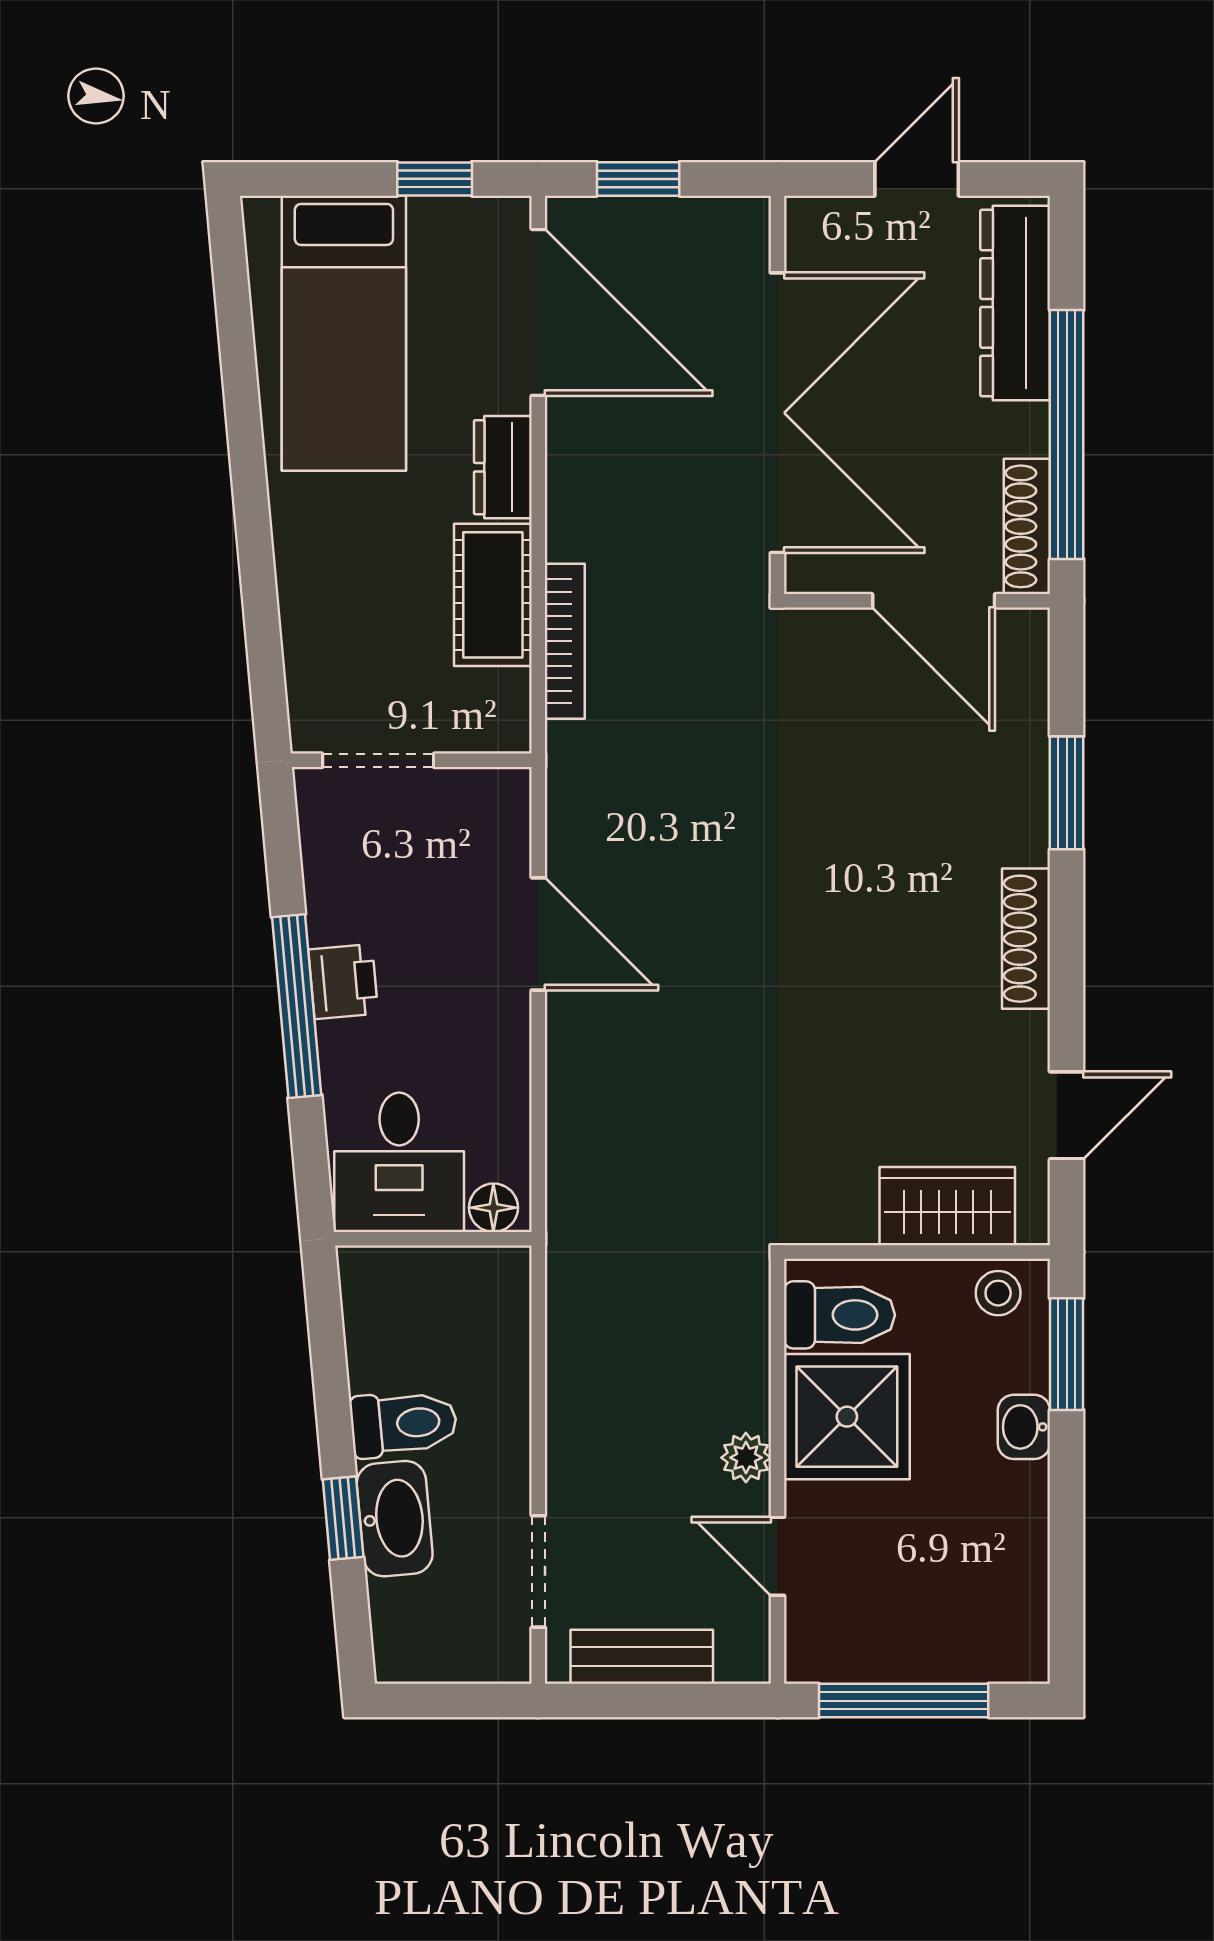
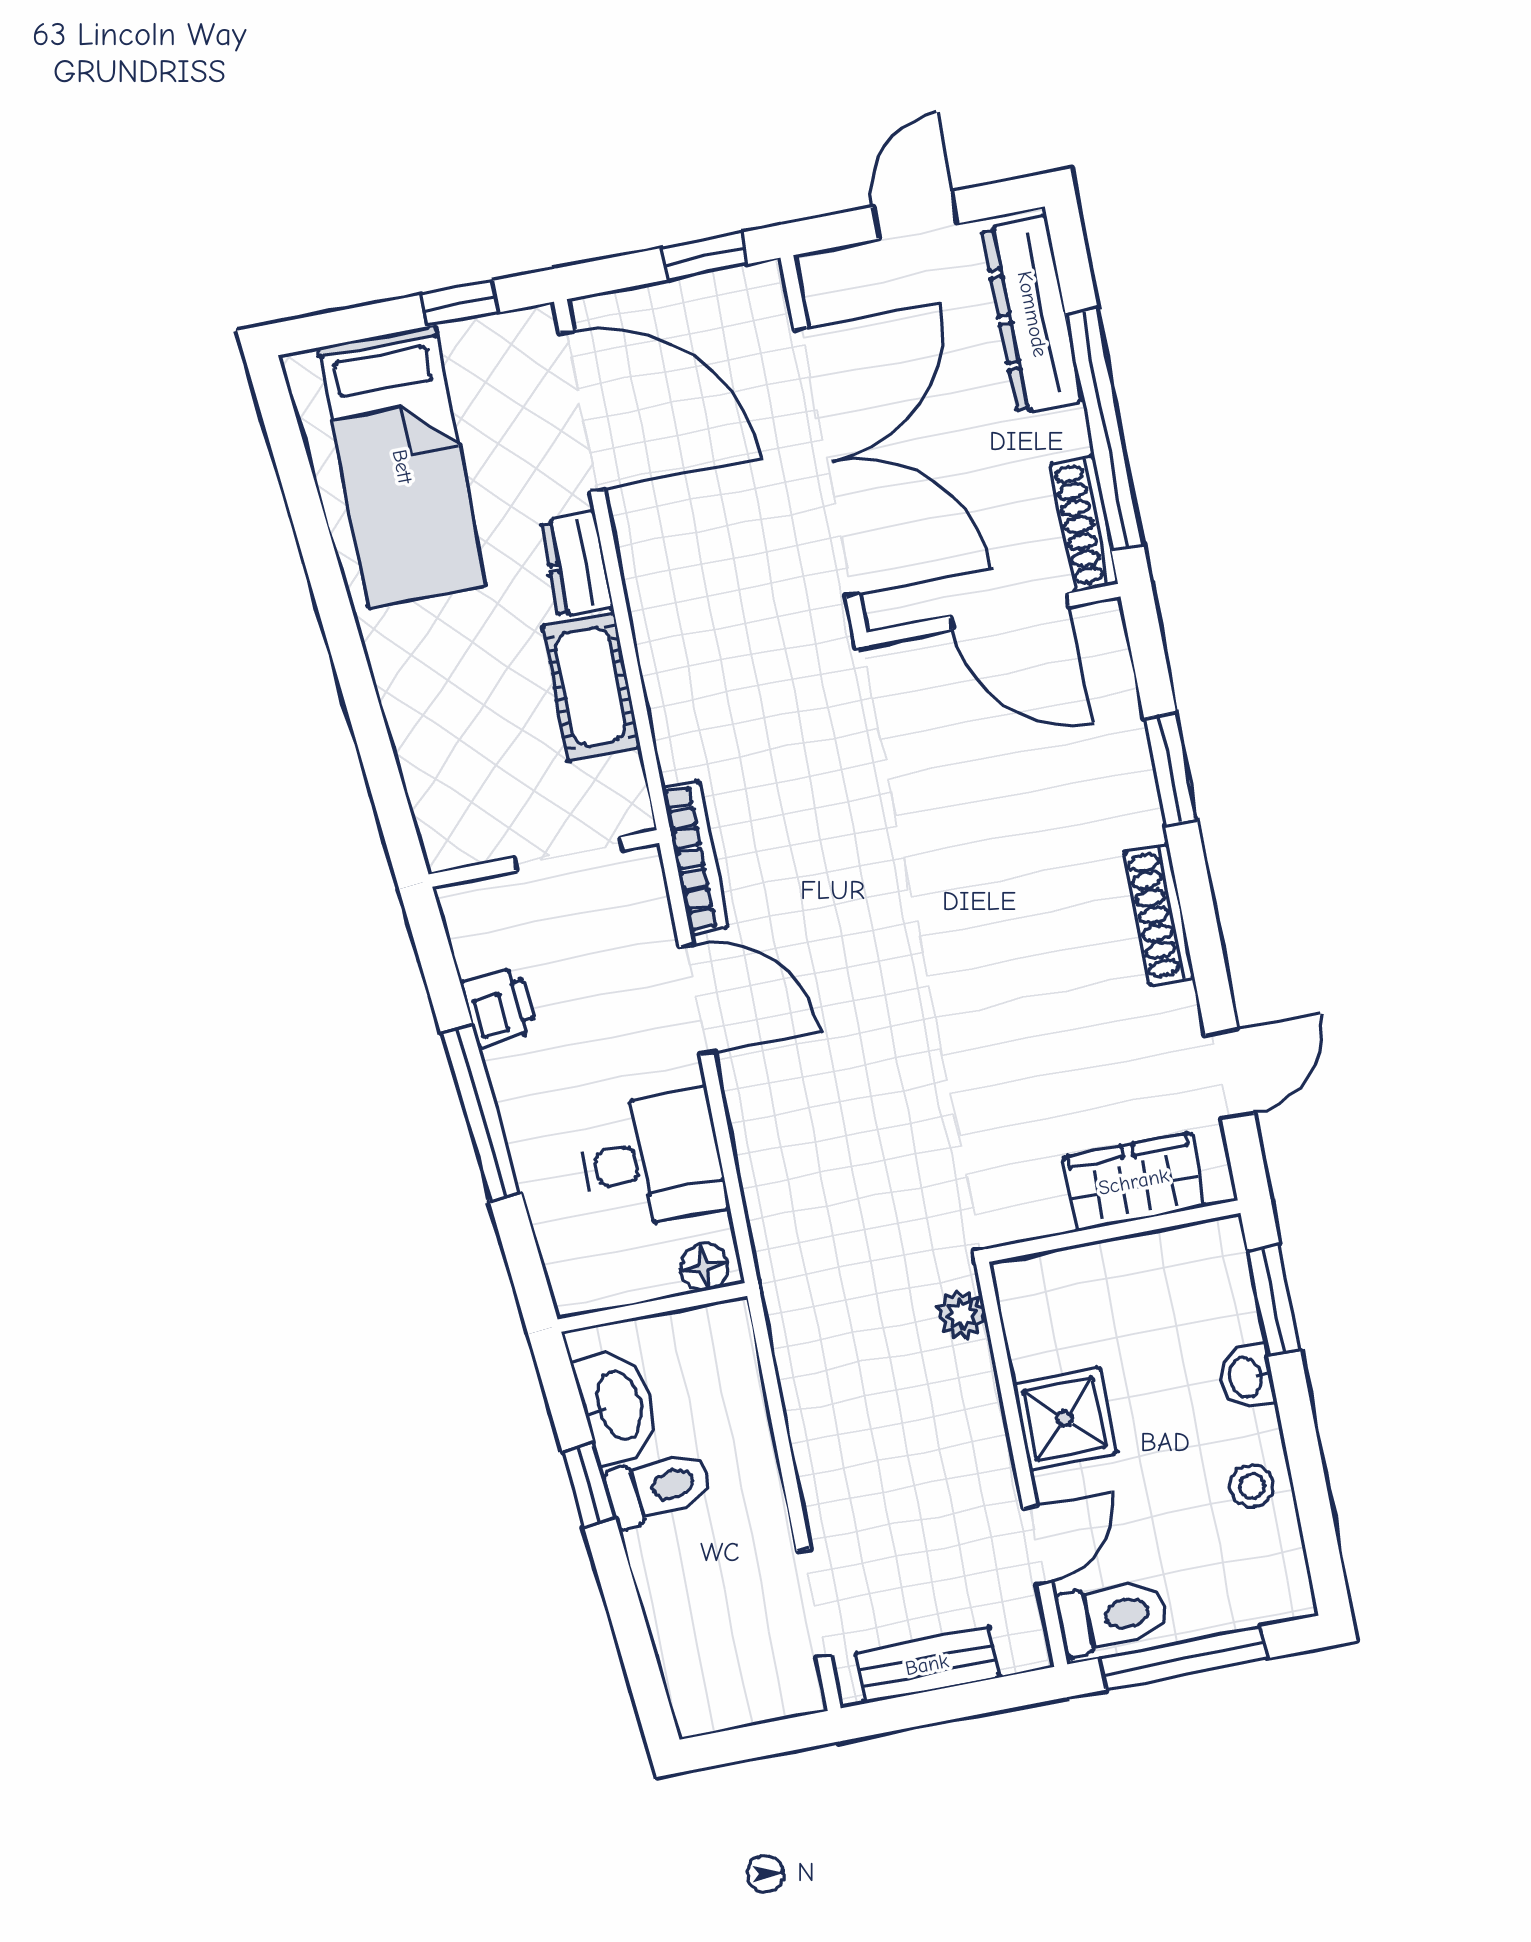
window: (638, 179) -> (705, 256), moved
bookcase: (565, 641) -> (695, 858), moved
doorway: (378, 760) -> (568, 854), moved
printer: (343, 982) -> (499, 1007), moved
desk: (399, 1162) -> (652, 1159), moved, turned -90
stool: (998, 1293) -> (1252, 1486), moved
toilet: (840, 1315) -> (1112, 1617), moved
shower: (847, 1417) -> (1065, 1419), width x0.73, depth x0.73
plant: (746, 1458) -> (962, 1314), moved
window: (343, 1518) -> (589, 1485), moved
washbasin: (395, 1519) -> (617, 1406), moved
door: (777, 1556) -> (1037, 1545), swing flipped

